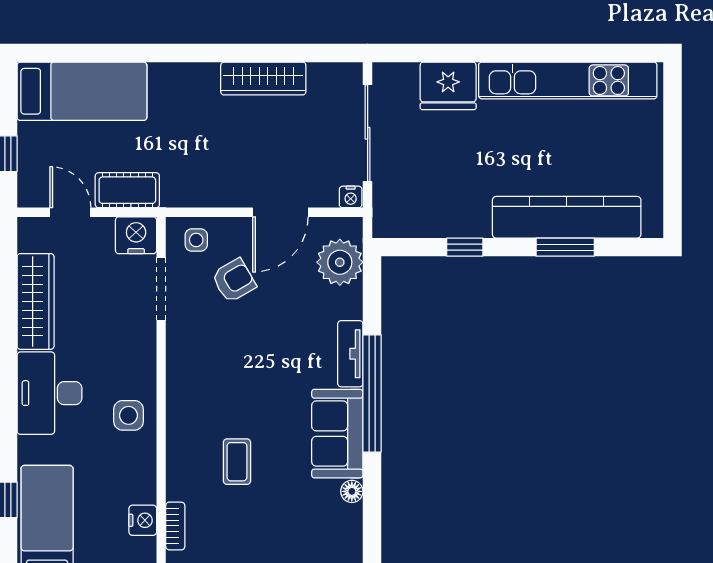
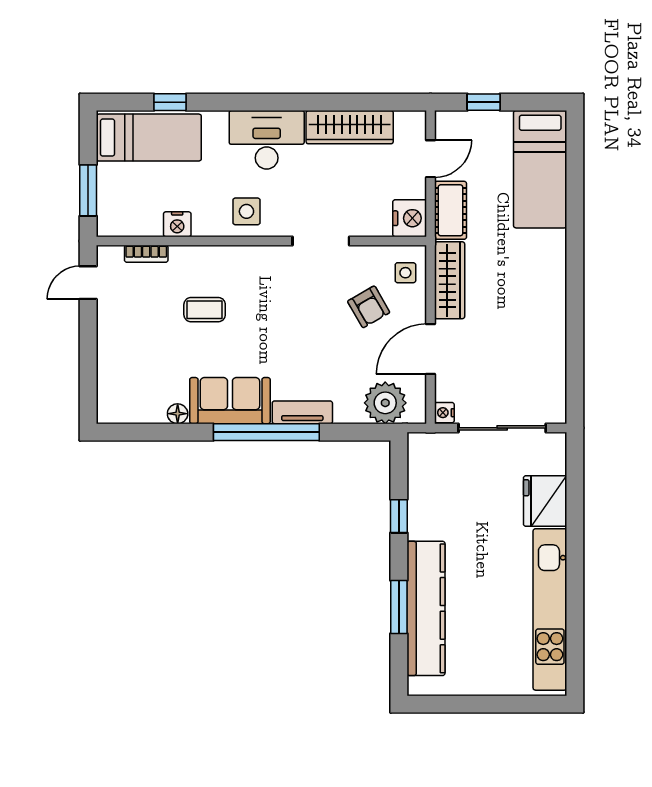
wardrobe: (263, 79) -> (450, 280), moved, turned 180
door: (280, 212) -> (431, 349), hinge flipped
doorway: (161, 289) -> (321, 241), moved
nightstand: (143, 520) -> (177, 224), moved

